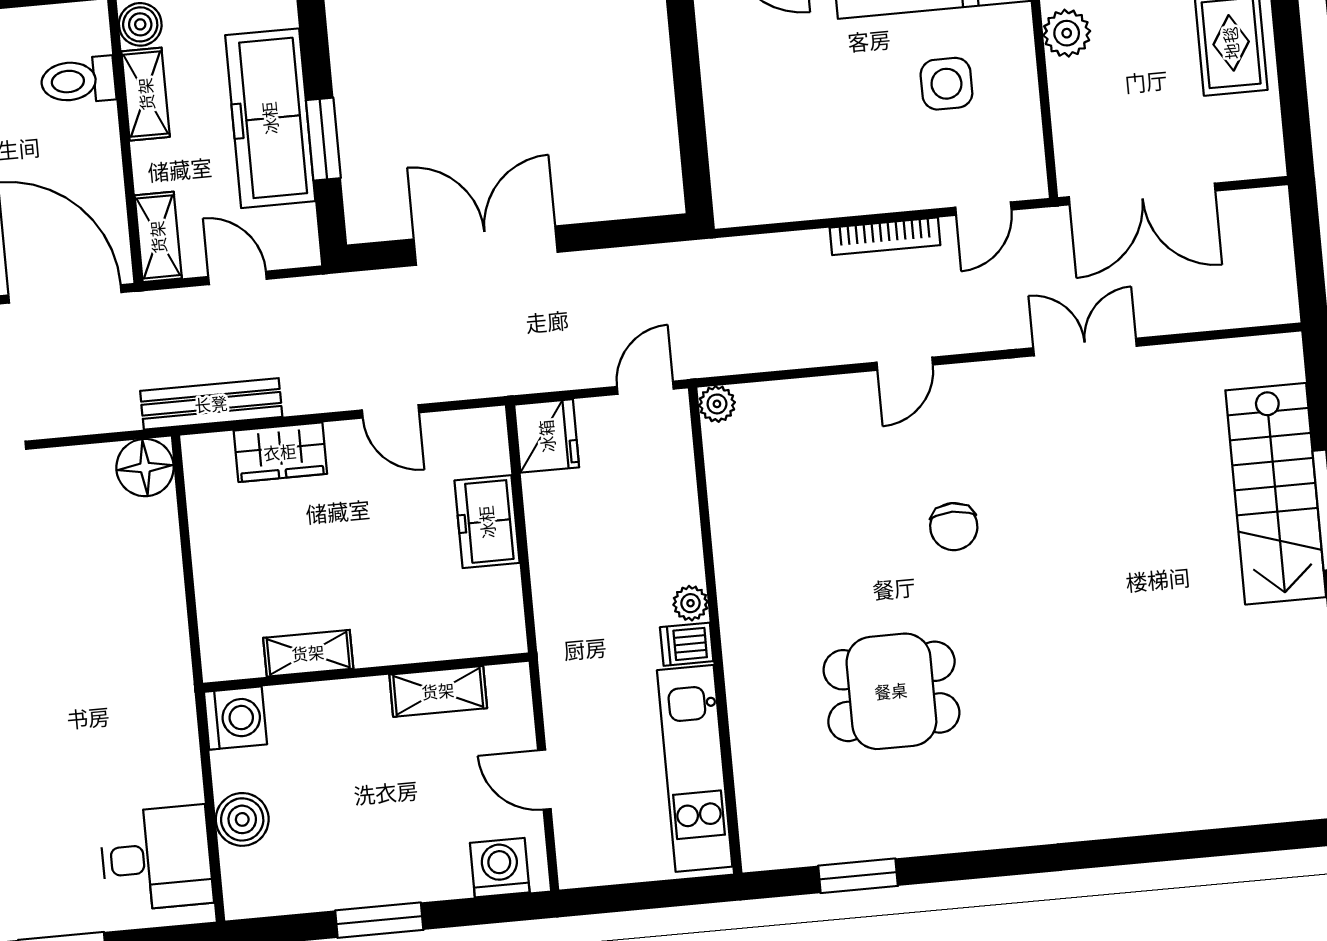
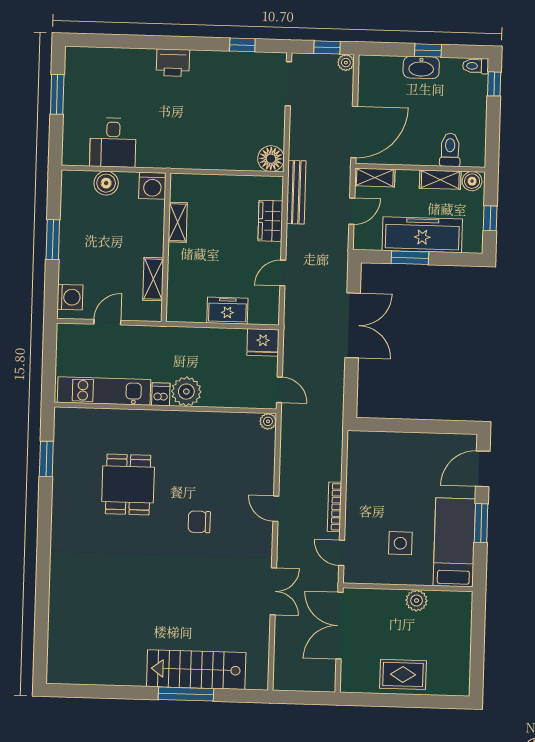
plant: (691, 603) -> (186, 392), width x1.87, depth x1.87
desk: (156, 858) -> (113, 143), moved

